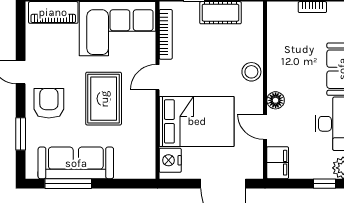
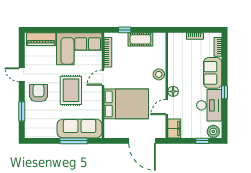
door: (265, 127) -> (167, 107), hinge flipped
nightstand: (170, 160) -> (111, 127), removed
sofa: (76, 163) -> (80, 129), moved
window: (68, 184) -> (74, 141), moved

